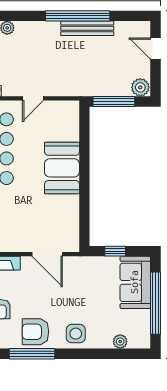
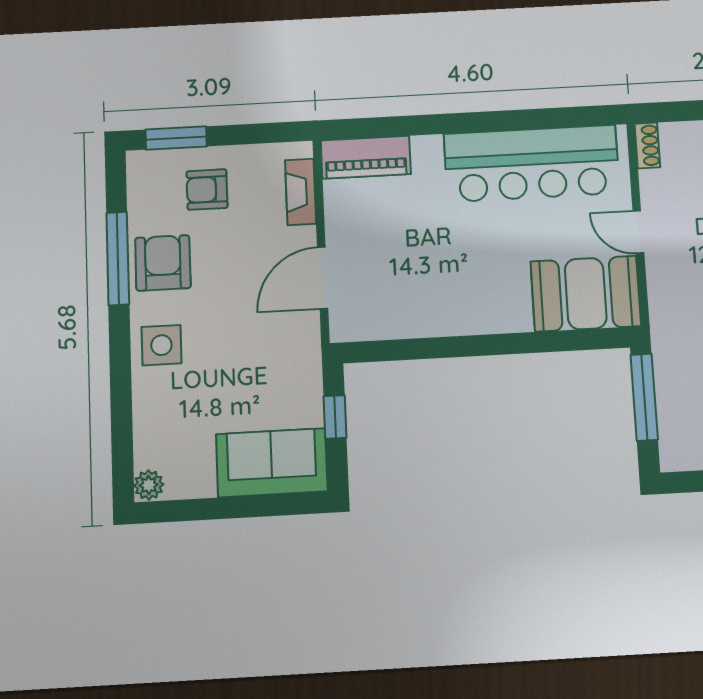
plant: (140, 87) -> (677, 451), removed
booth: (62, 168) -> (586, 294), moved
window: (155, 303) -> (230, 508), removed
plant: (120, 342) -> (149, 485), moved

